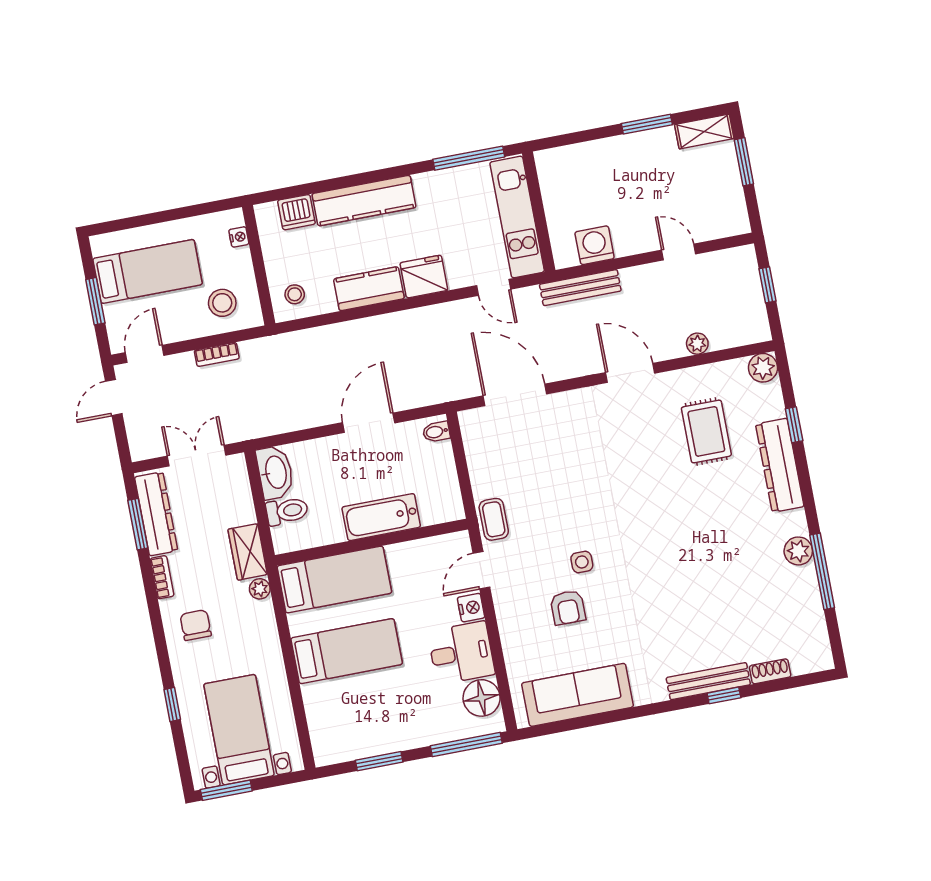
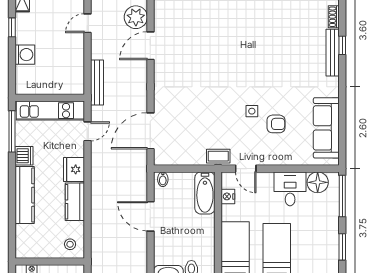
window: (647, 124) -> (12, 27), width x0.67
dishwasher: (296, 212) -> (24, 156), moved
washing machine: (595, 245) -> (25, 55), moved, turned 180
plant: (697, 344) -> (136, 17), width x1.88, depth x1.88
door: (630, 373) -> (150, 46), moved
rug: (706, 431) -> (192, 27), removed
bathtub: (381, 517) -> (205, 193), moved
nightstand: (471, 608) -> (228, 196), moved, turned -90

